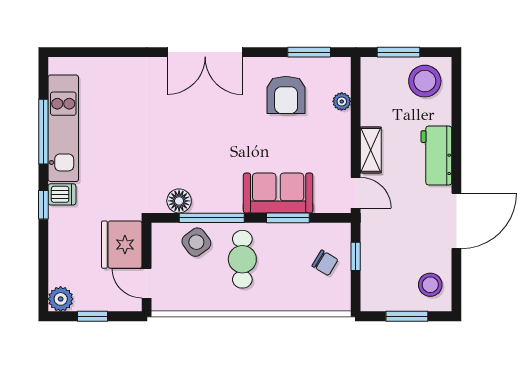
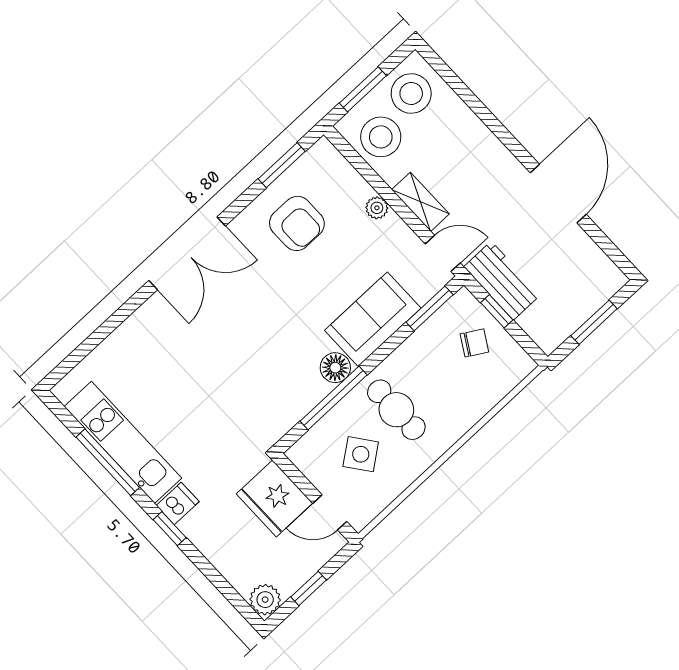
plant: (342, 101) -> (377, 208), moved
workbench: (436, 156) -> (502, 281), moved, turned 180
floor lamp: (179, 201) -> (335, 368), moved
window: (288, 218) -> (430, 308), moved
side table: (196, 242) -> (361, 454), moved
stool: (430, 285) -> (381, 137), moved, width x1.38, depth x1.38

